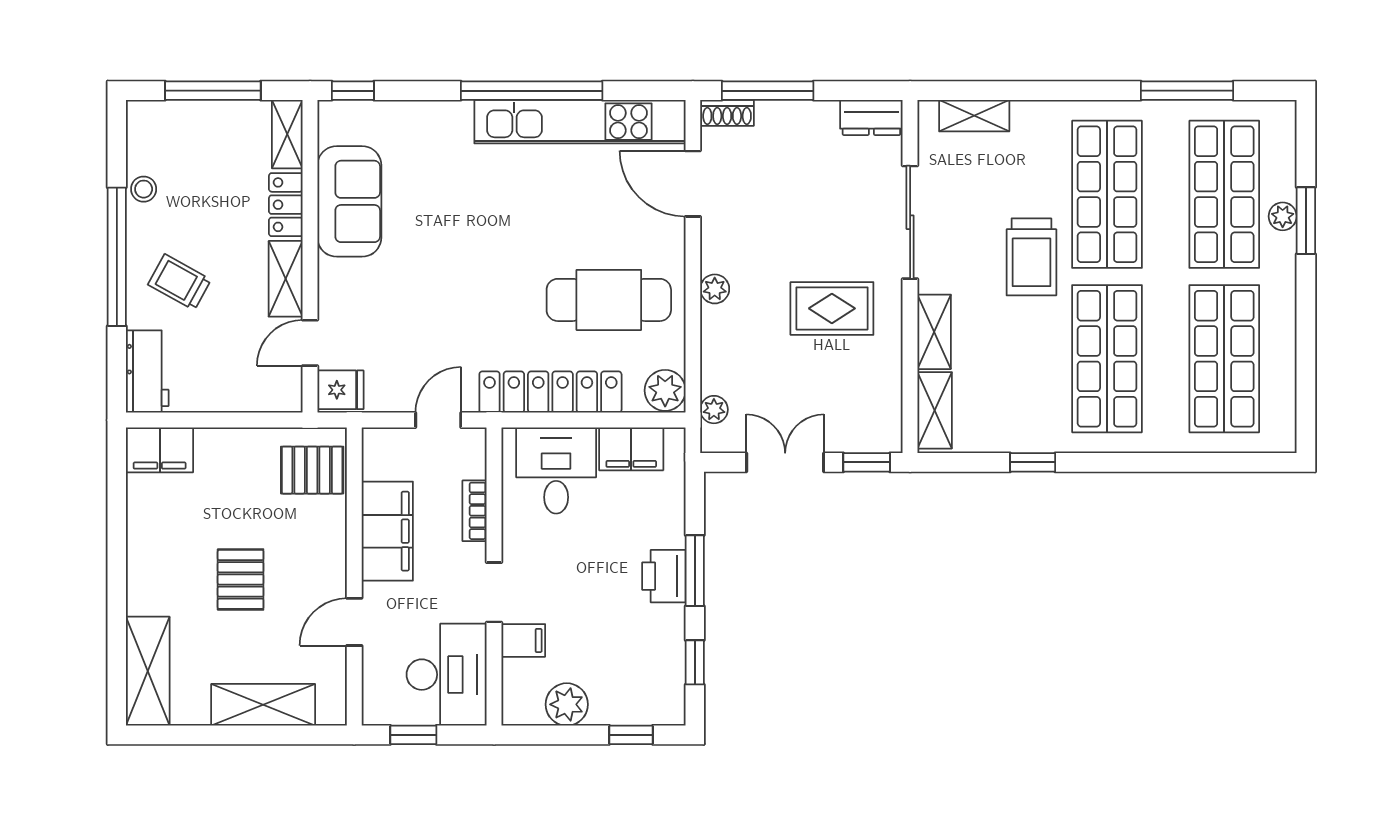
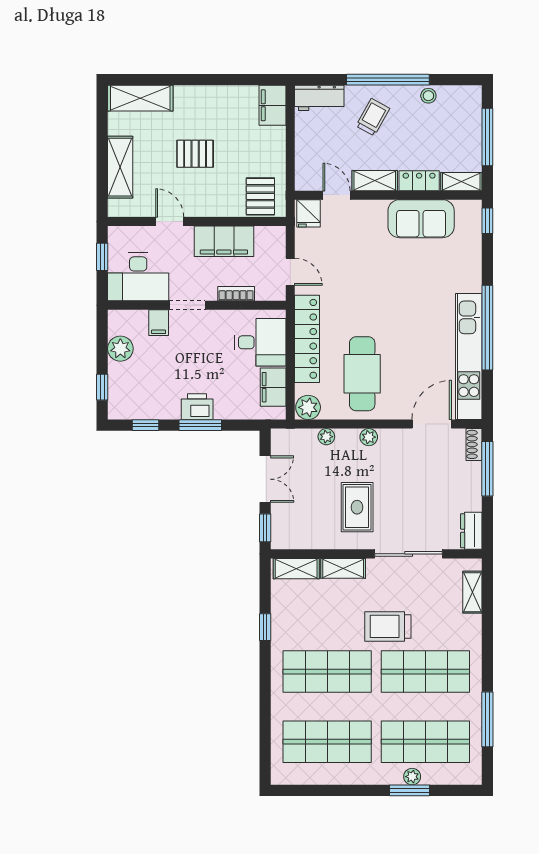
plant: (714, 410) -> (326, 437), moved

